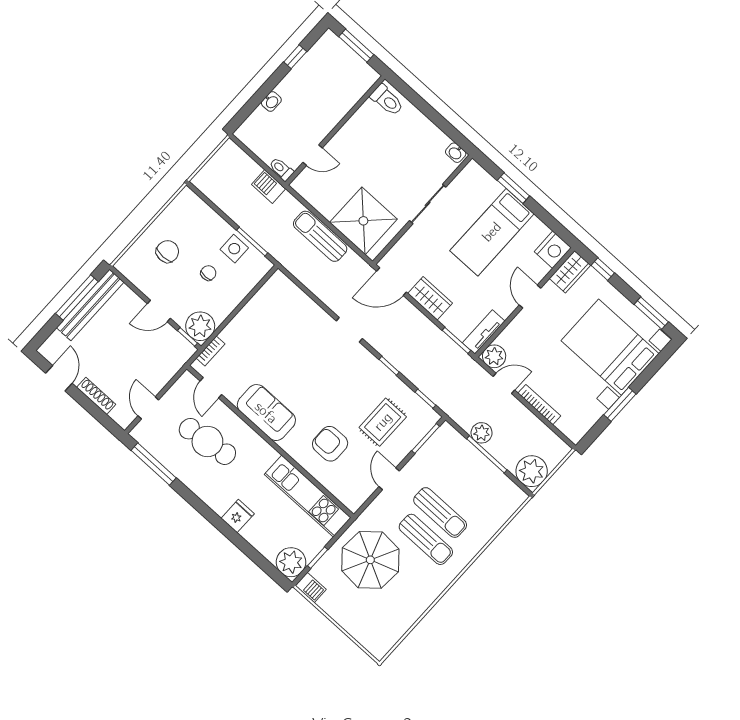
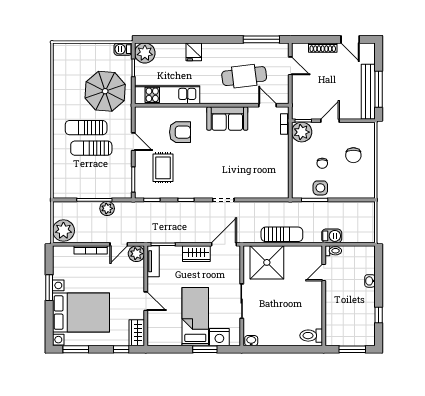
nightstand: (553, 250) -> (219, 337), moved, turned -90
plant: (532, 471) -> (63, 231), moved

